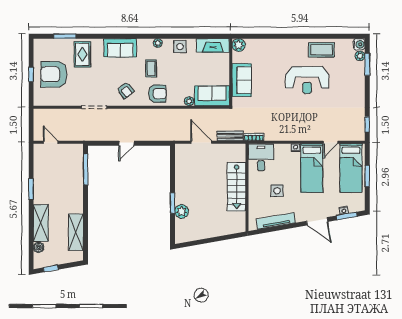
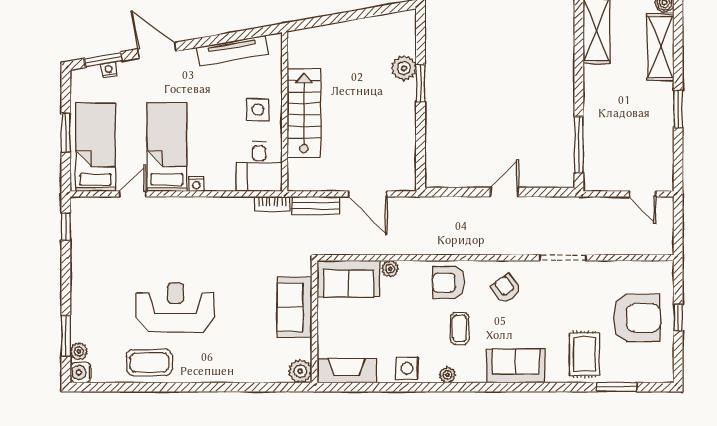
side table: (277, 191) -> (258, 109), moved

